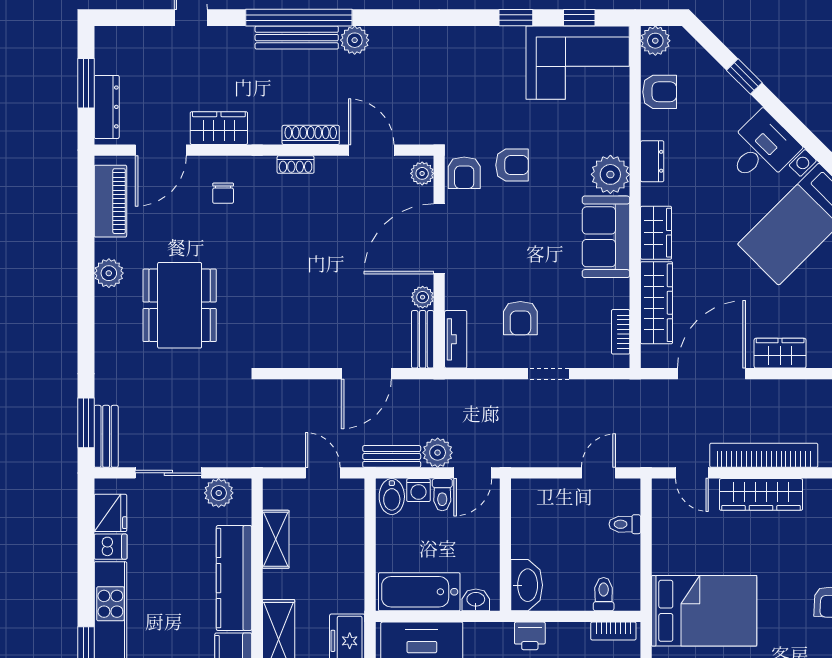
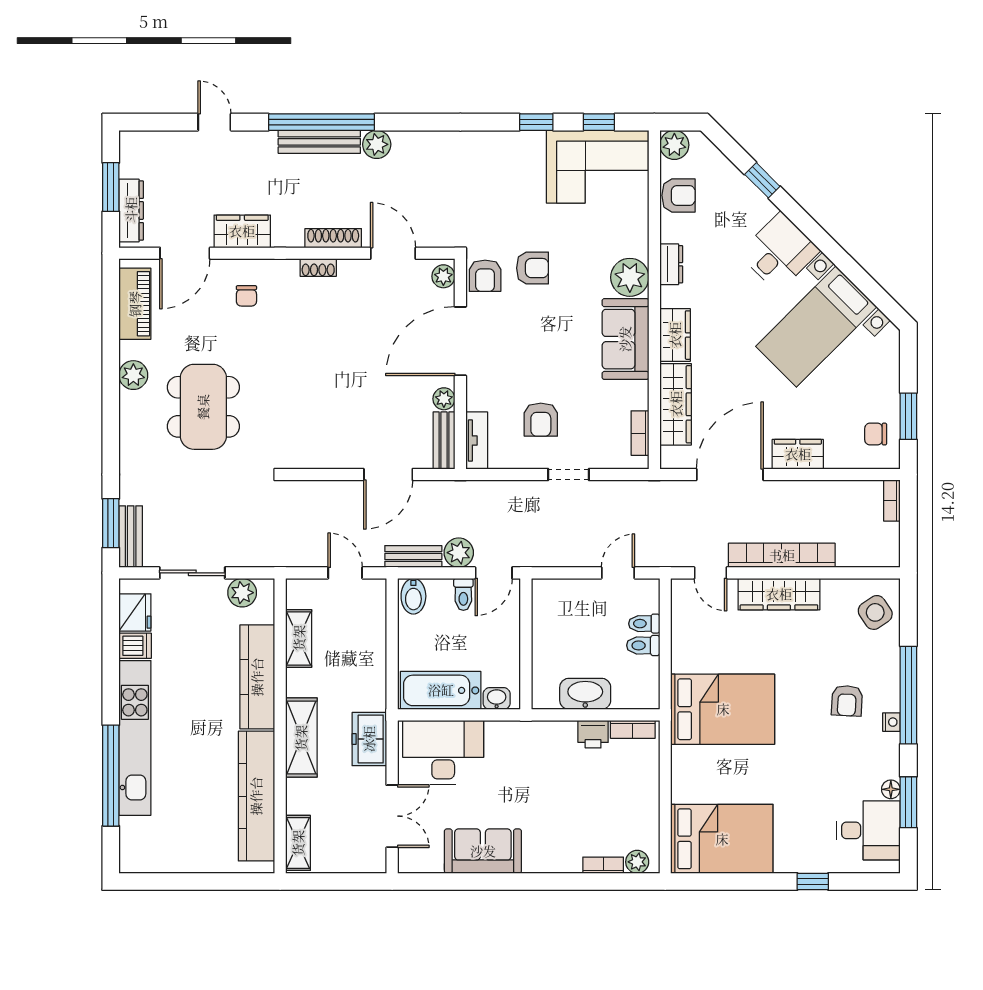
washing machine: (418, 490) -> (440, 590), removed
washbasin: (527, 585) -> (585, 694), moved, turned -90
toilet: (604, 594) -> (643, 645), moved, turned -90
printer: (530, 636) -> (593, 734), moved

